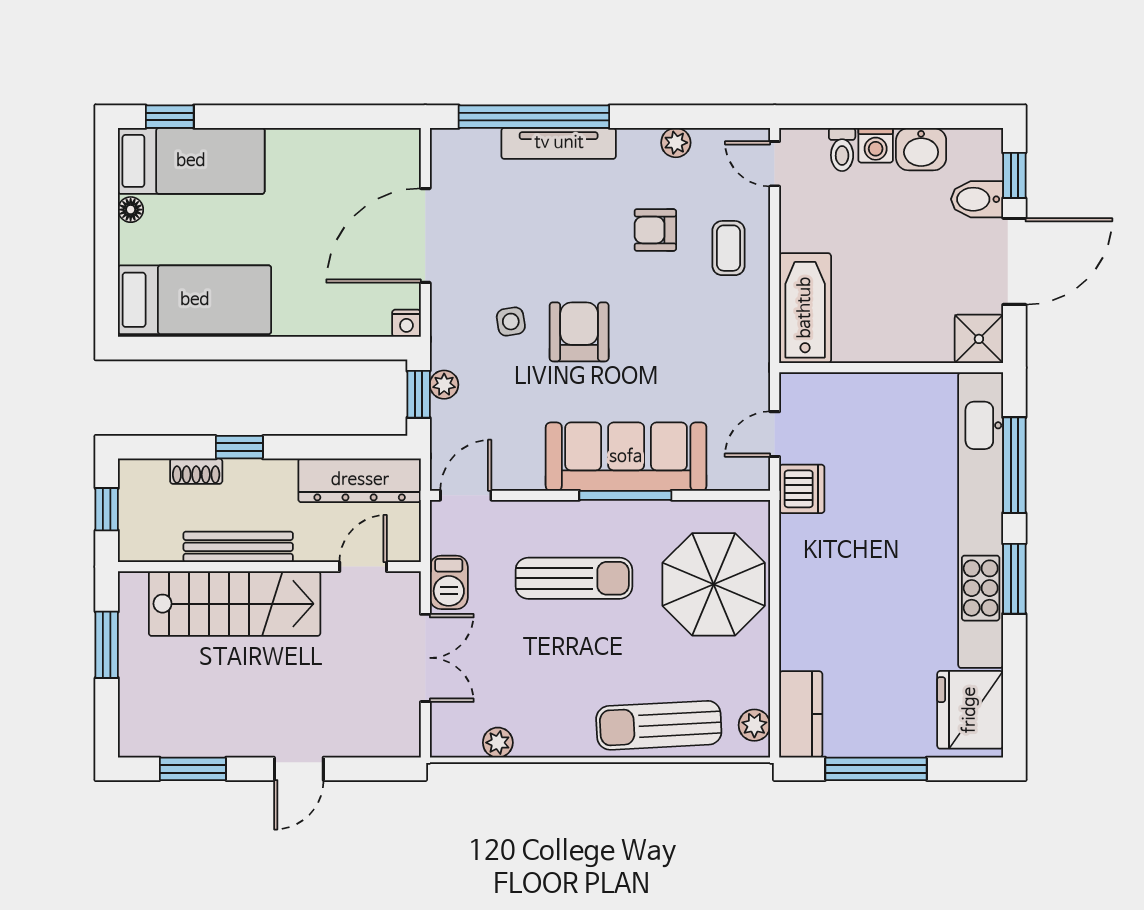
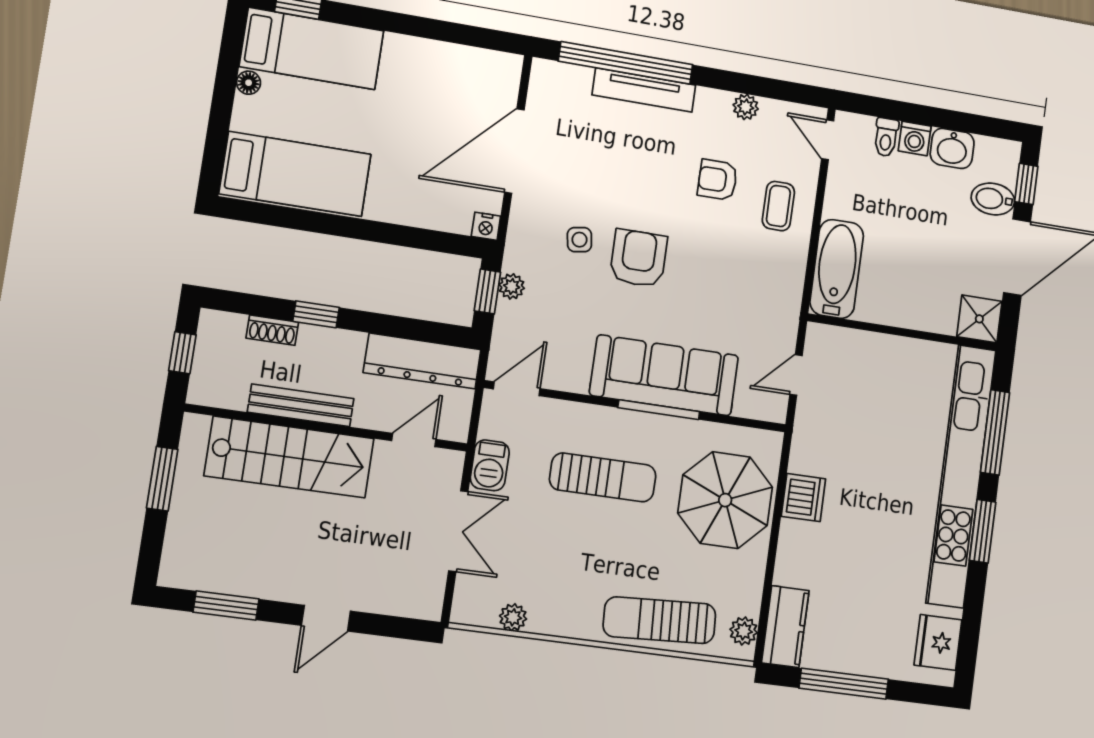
dishwasher: (802, 489) -> (803, 498), moved
fridge: (970, 710) -> (938, 642), width x0.73, depth x0.75

